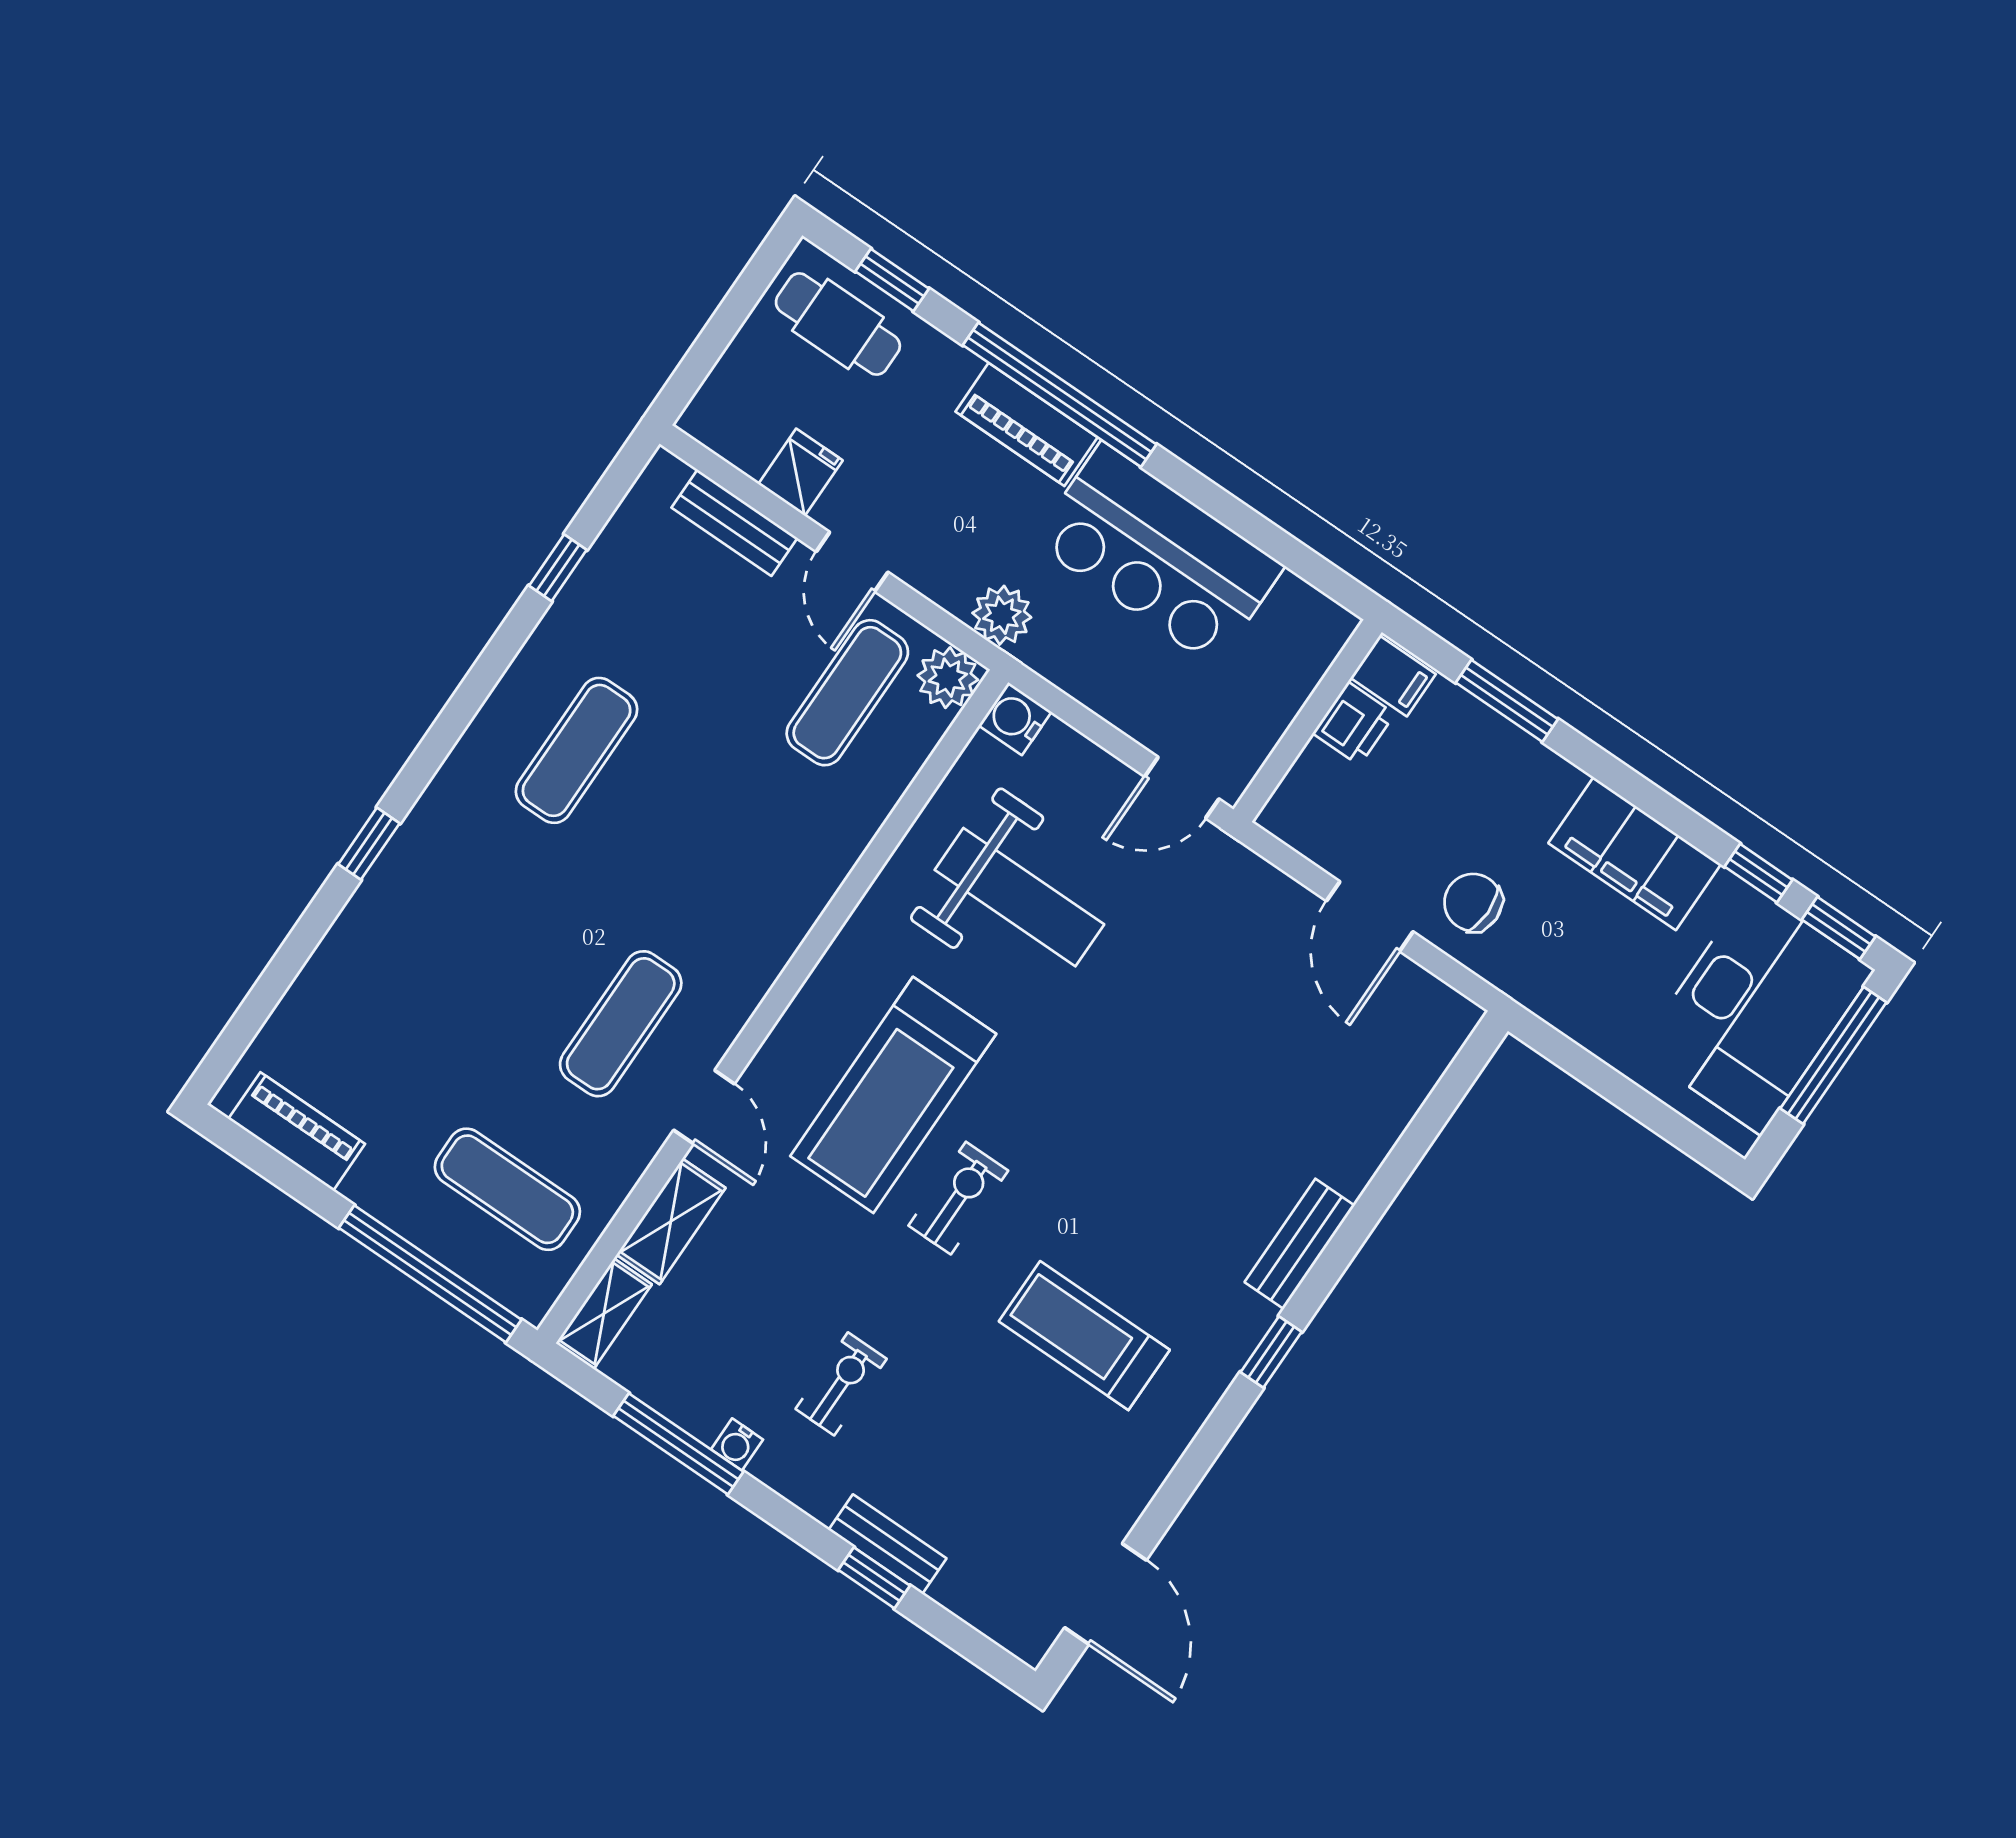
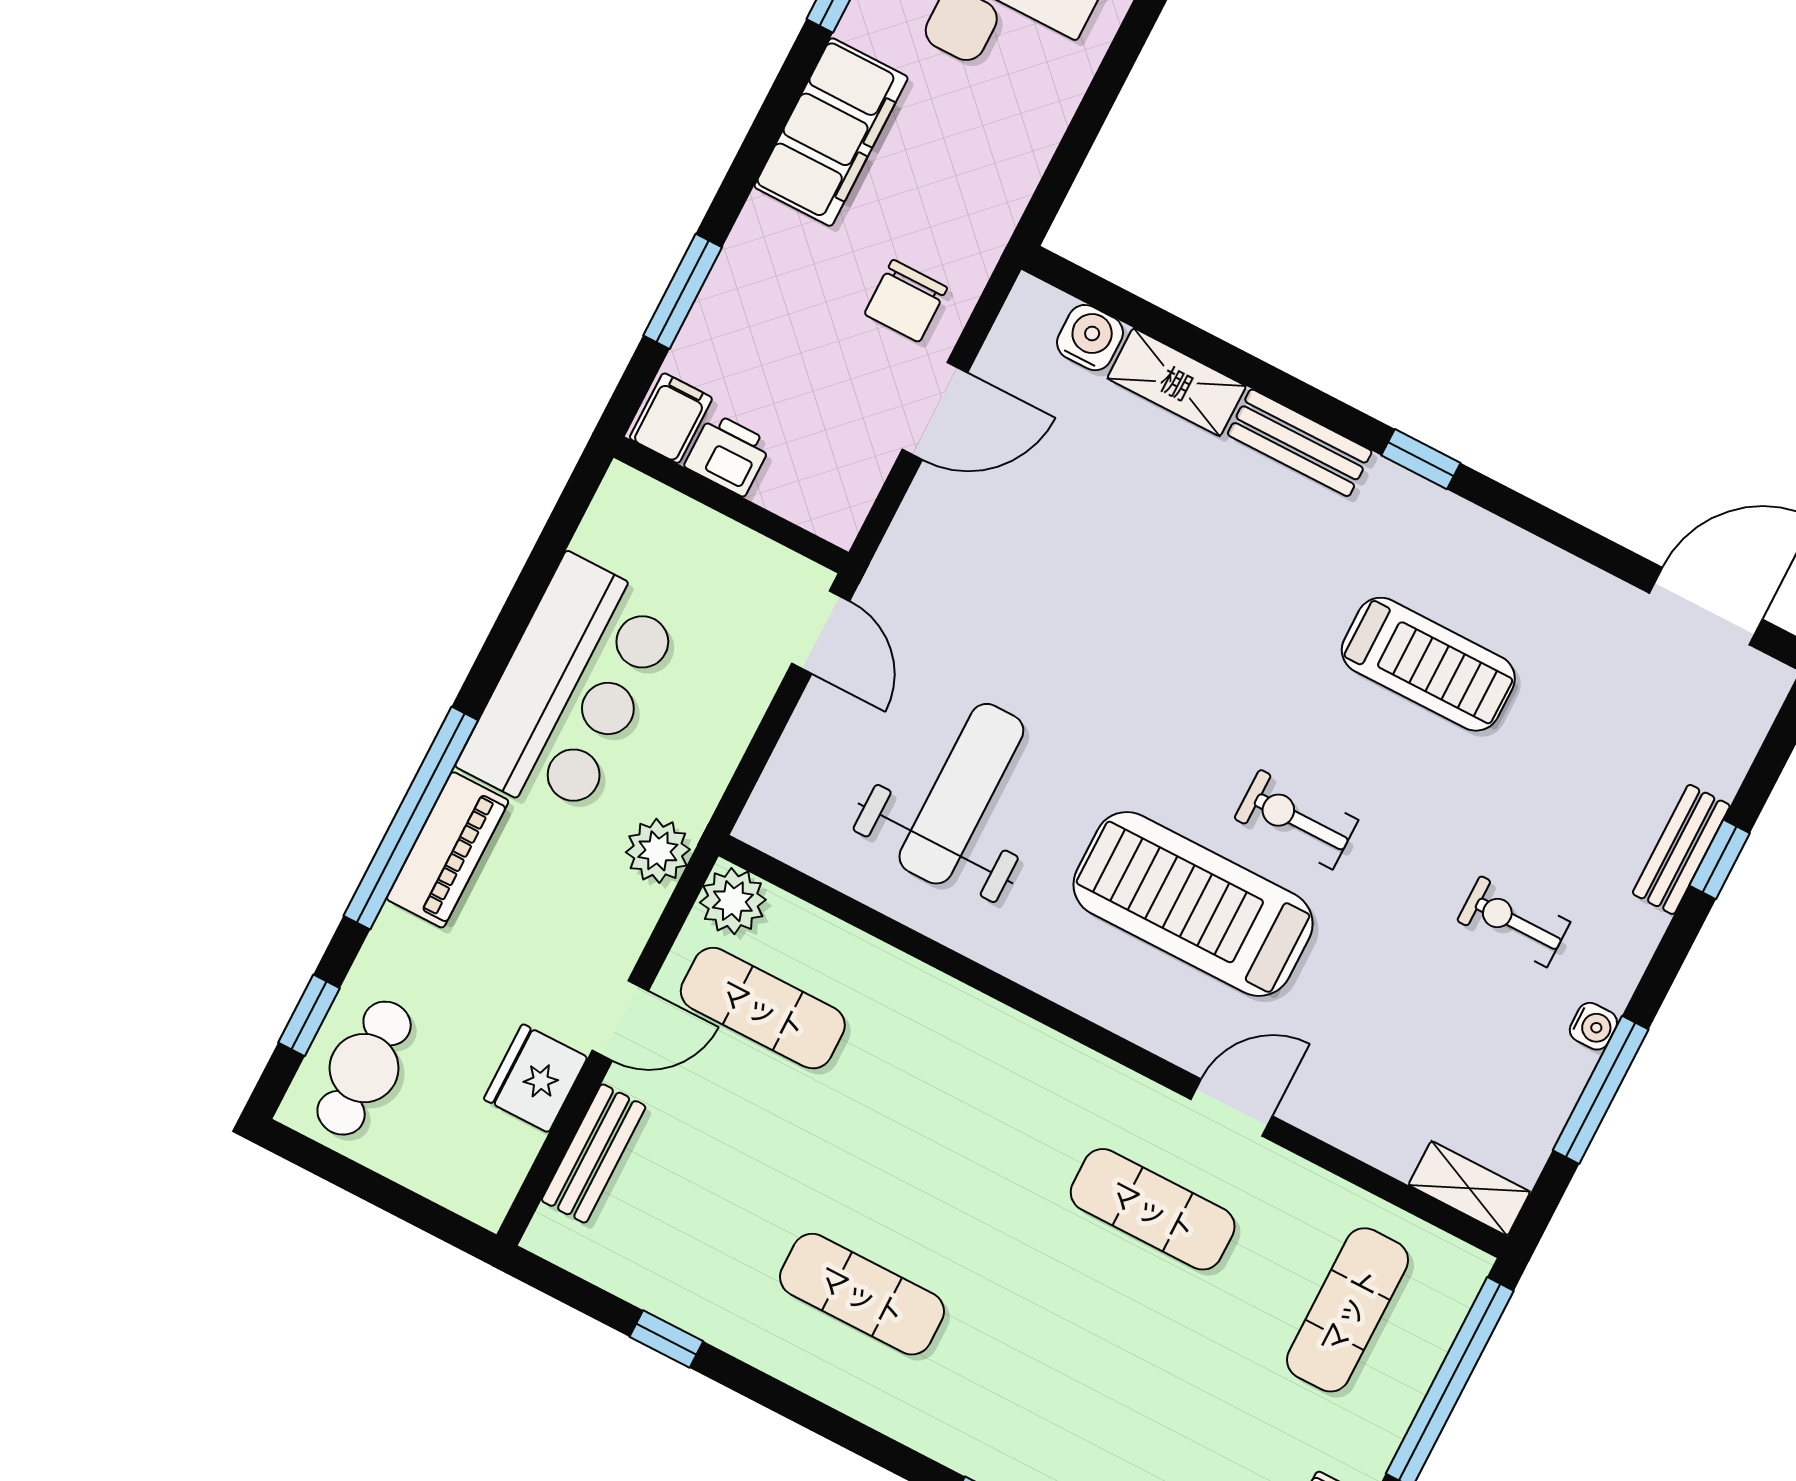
fridge: (800, 472) -> (535, 1078), width x1.38
water cooler: (1015, 719) -> (1090, 338), moved, turned 180
treadmill: (893, 1095) -> (1193, 904), turned 180
shelving: (671, 1221) -> (1177, 382), moved
treadmill: (1084, 1336) -> (1428, 664), turned -90

